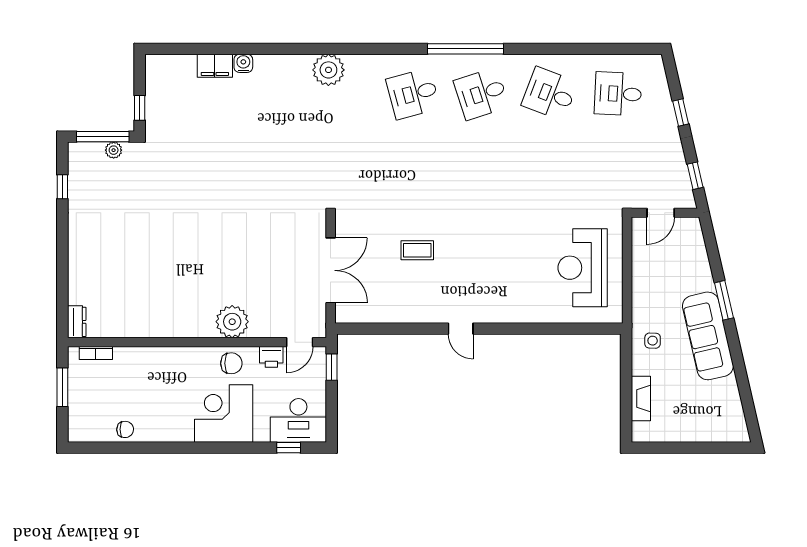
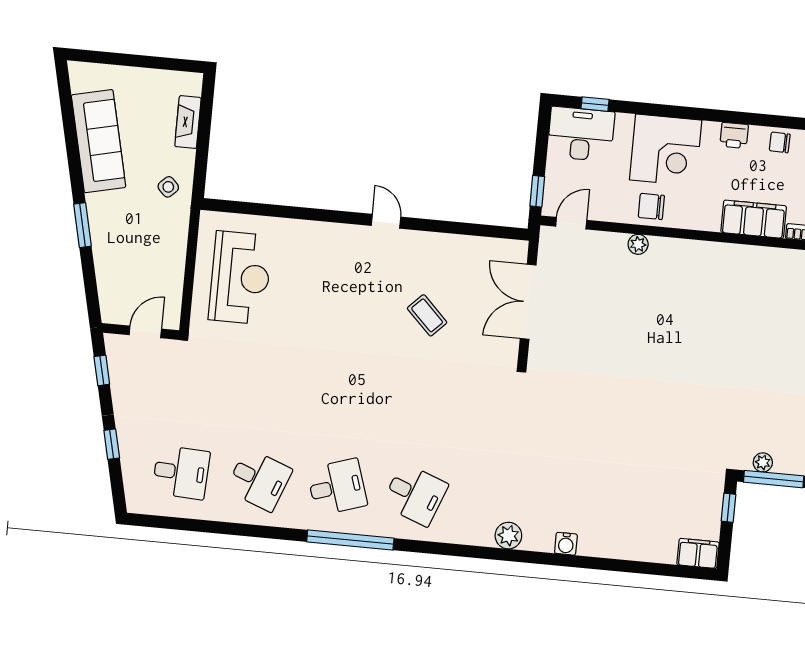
water cooler: (243, 63) -> (566, 544), moved
filing cabinet: (215, 66) -> (698, 553), moved
plant: (328, 70) -> (508, 536), width x0.73, depth x0.73
desk: (413, 94) -> (415, 494), turned 36
coffee table: (417, 250) -> (427, 315), turned 45
plant: (232, 322) -> (638, 244), width x0.53, depth x0.53
sofa: (708, 336) -> (99, 141), moved
side table: (653, 341) -> (168, 187), turned 45
printer: (271, 357) -> (734, 135), moved, turned 180
filing cabinet: (141, 361) -> (754, 219), added

